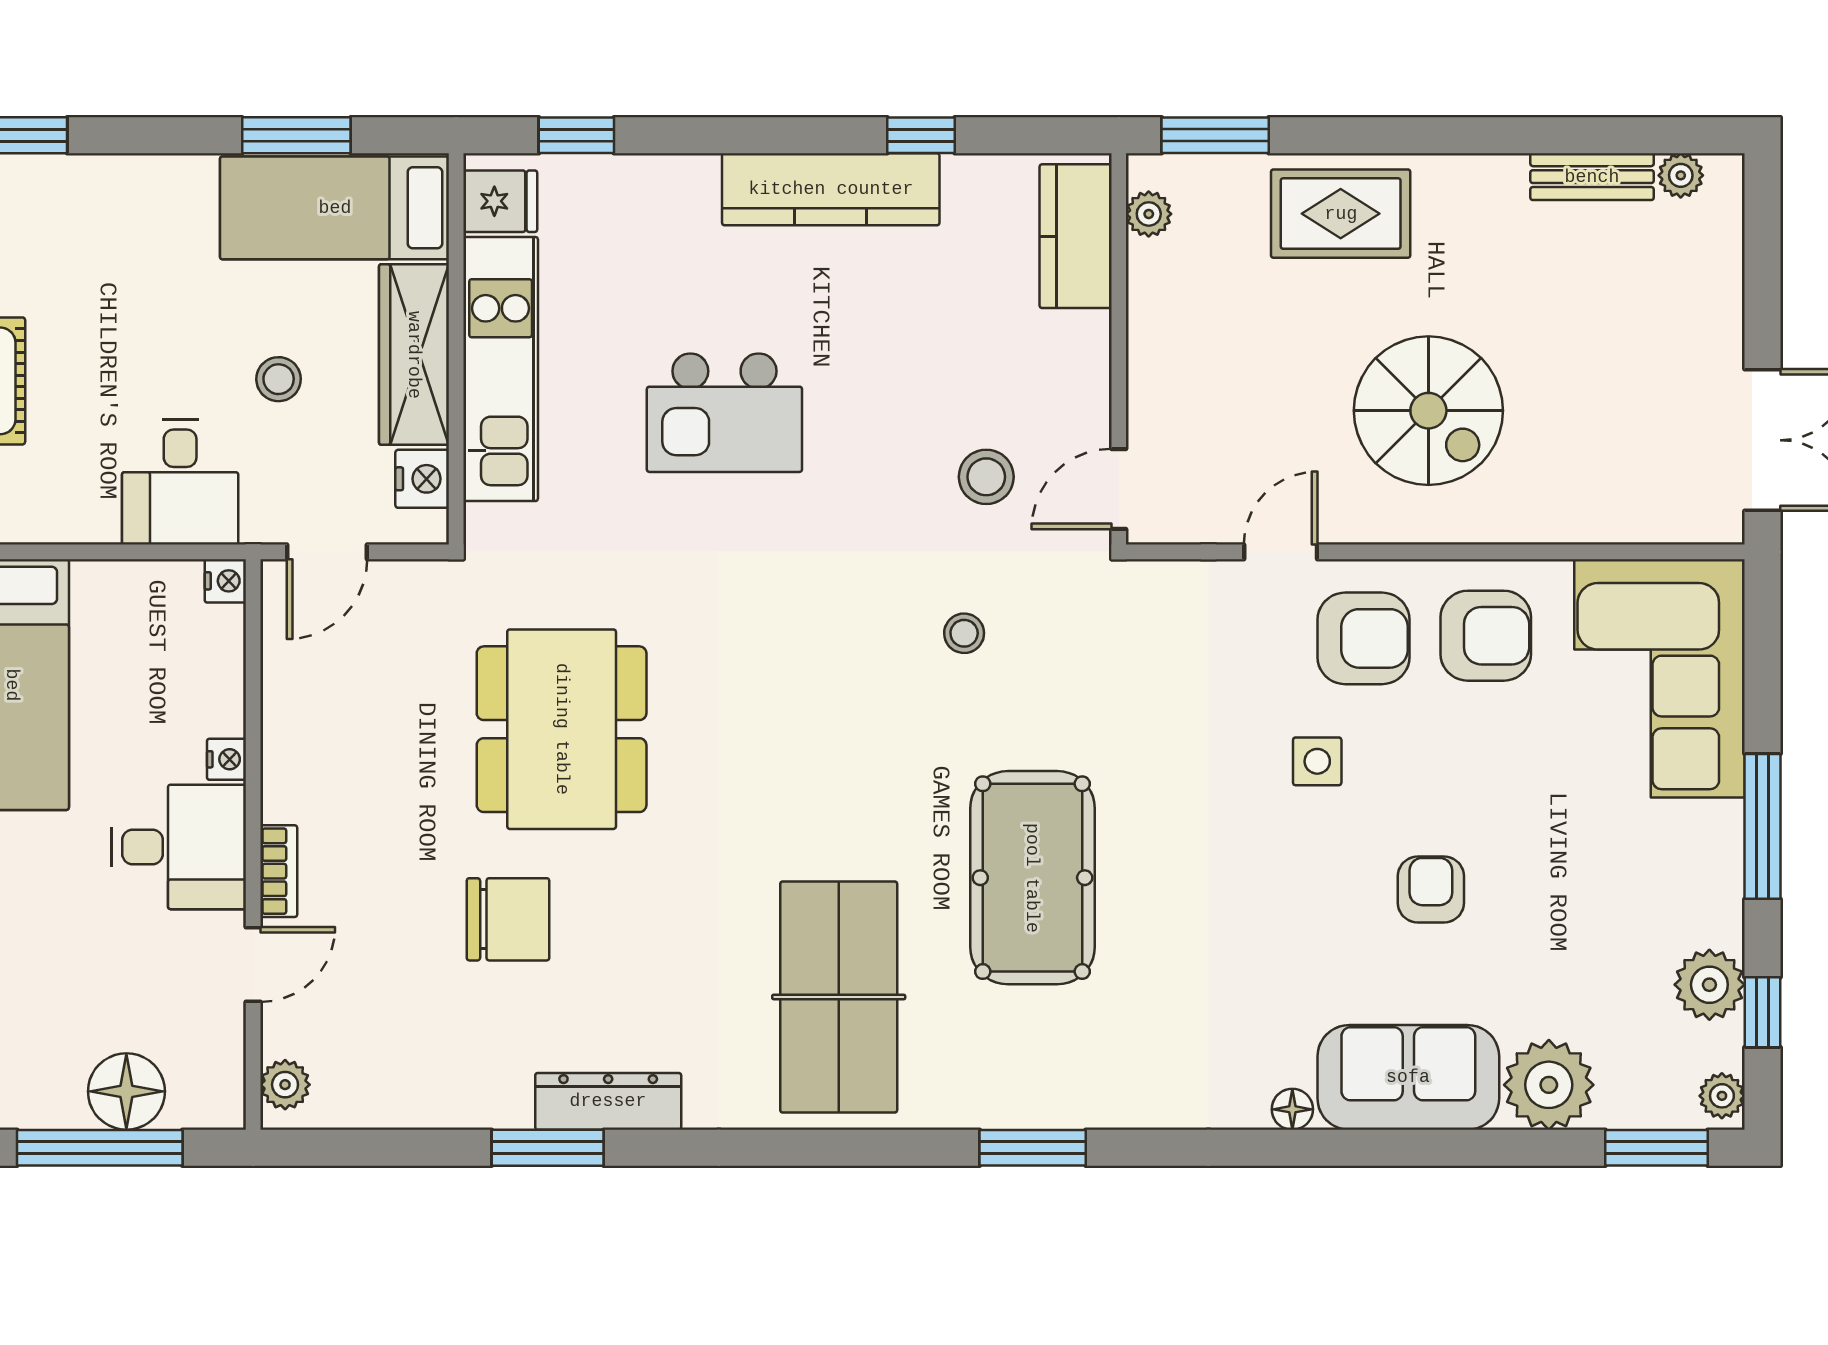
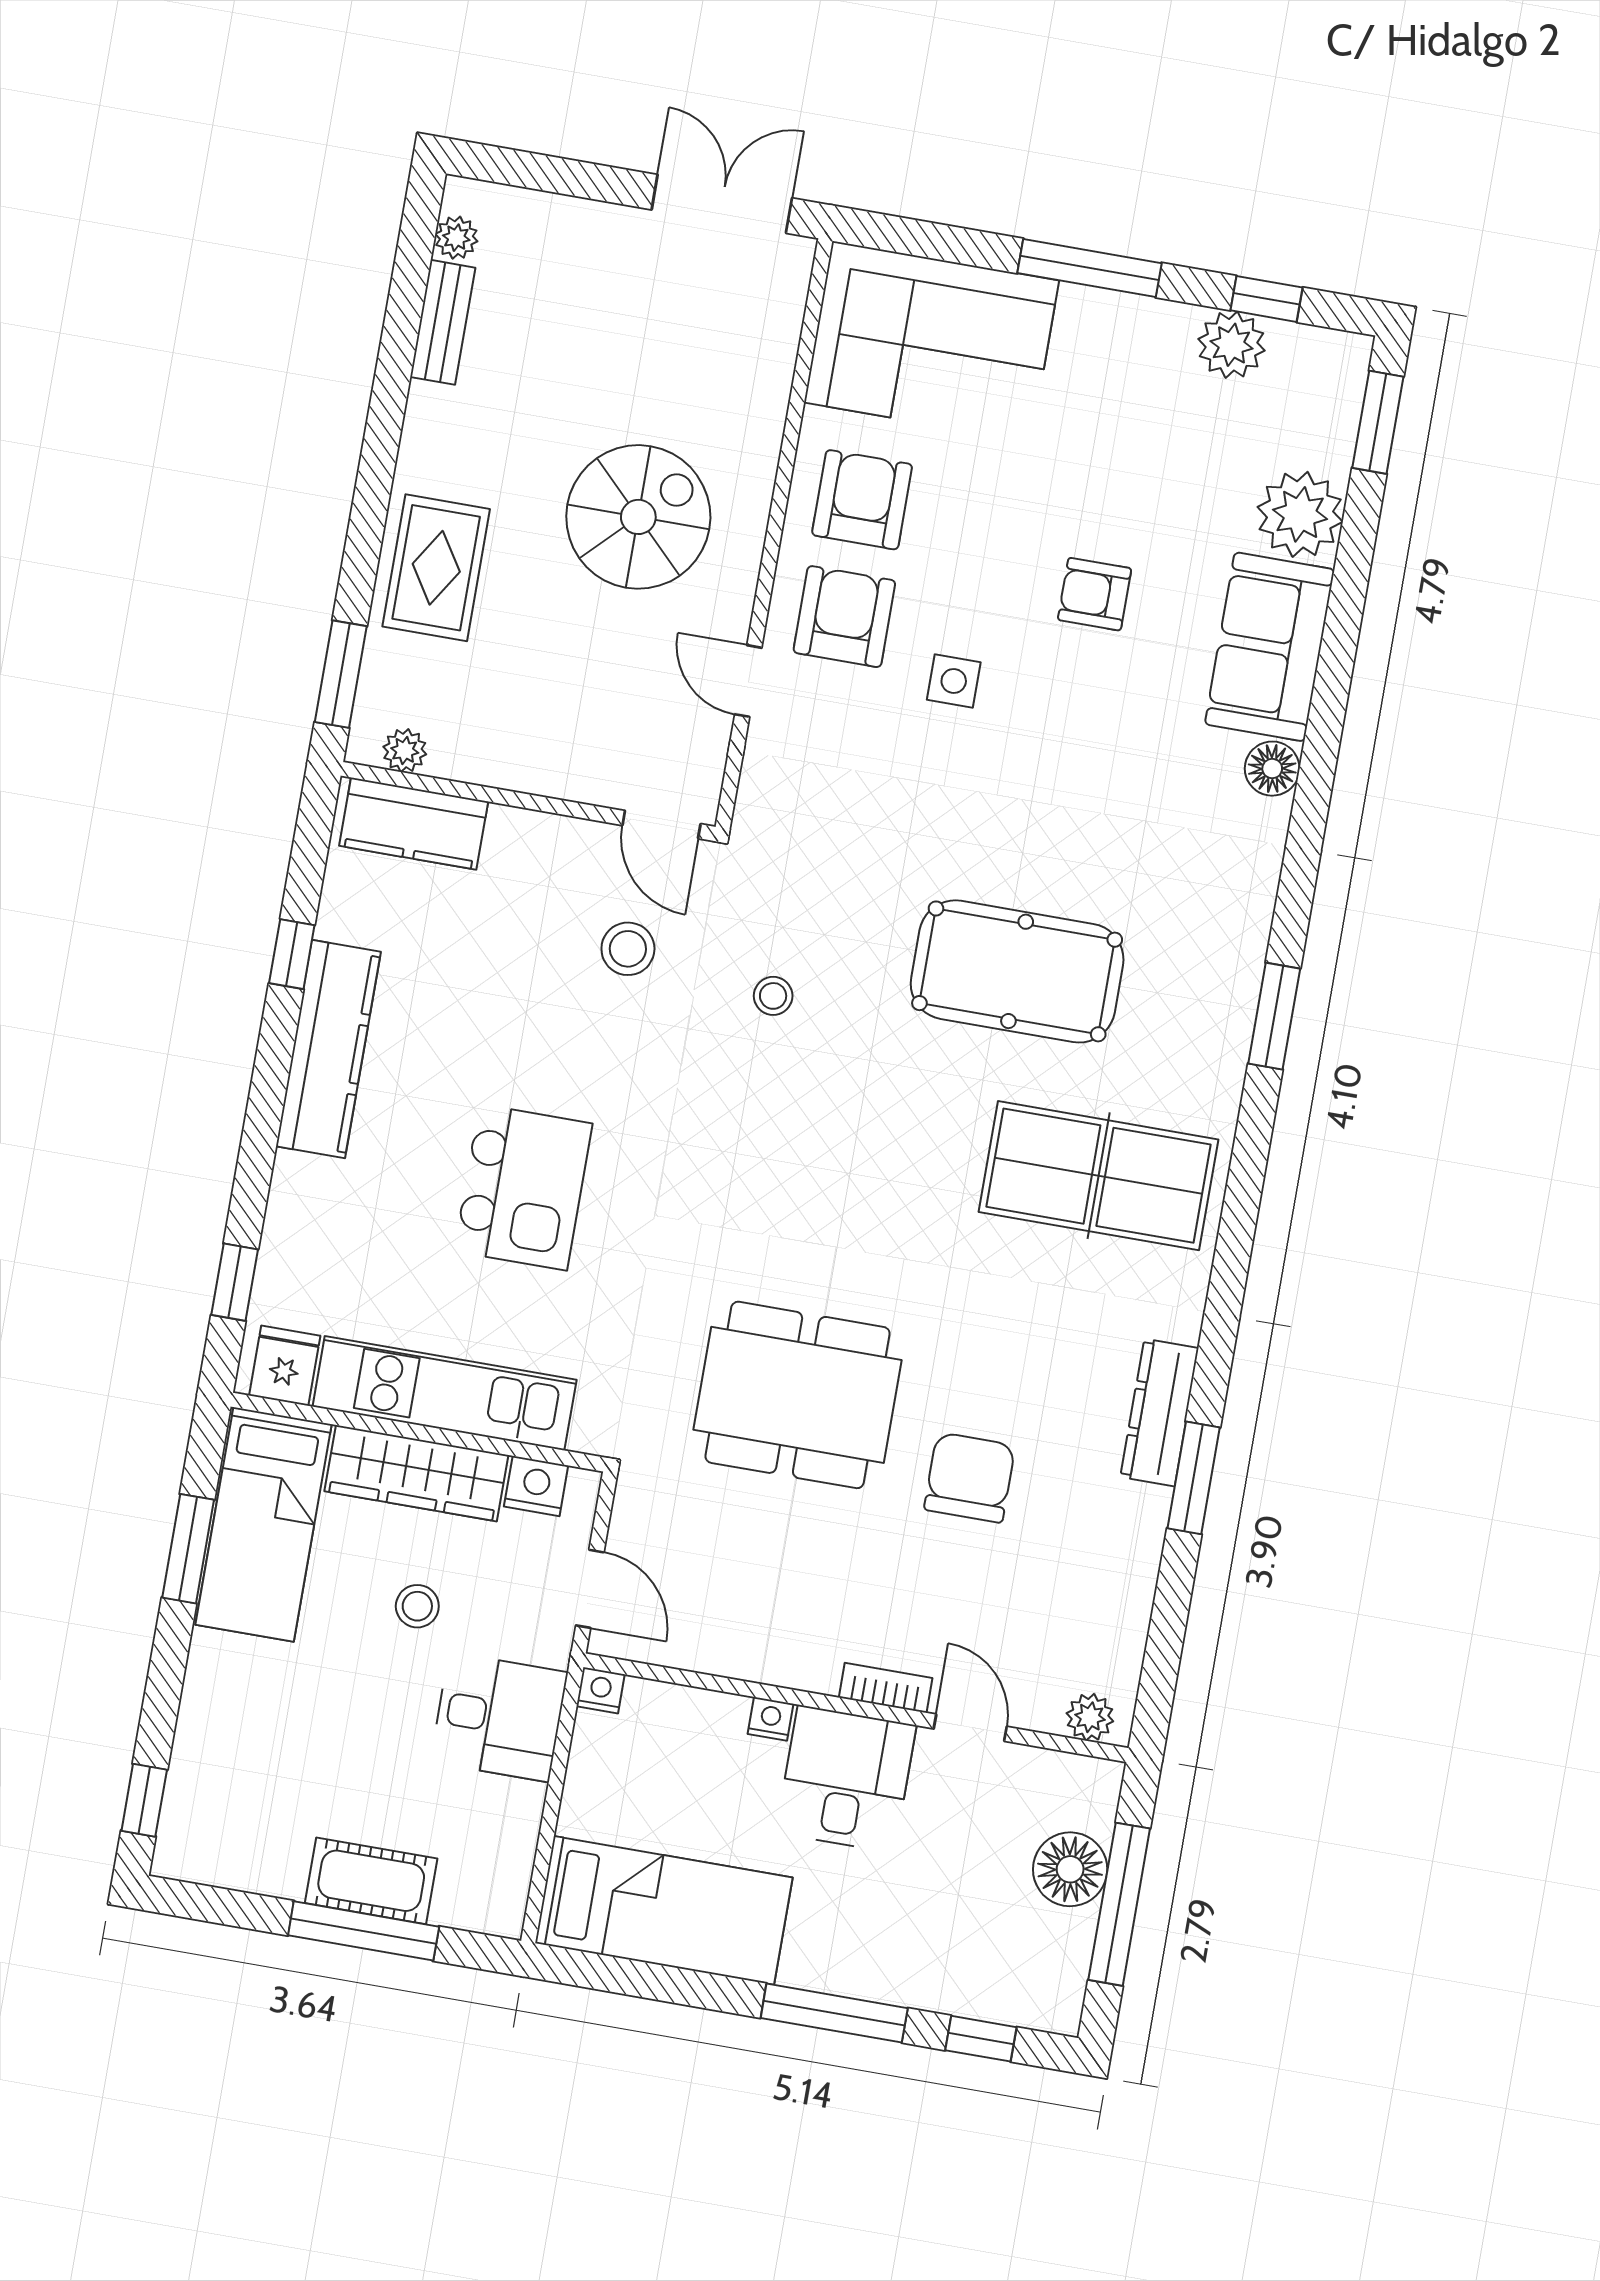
plant: (1722, 1096) -> (1339, 351), removed
floor lamp: (1292, 1109) -> (1272, 769), width x1.37, depth x1.37

